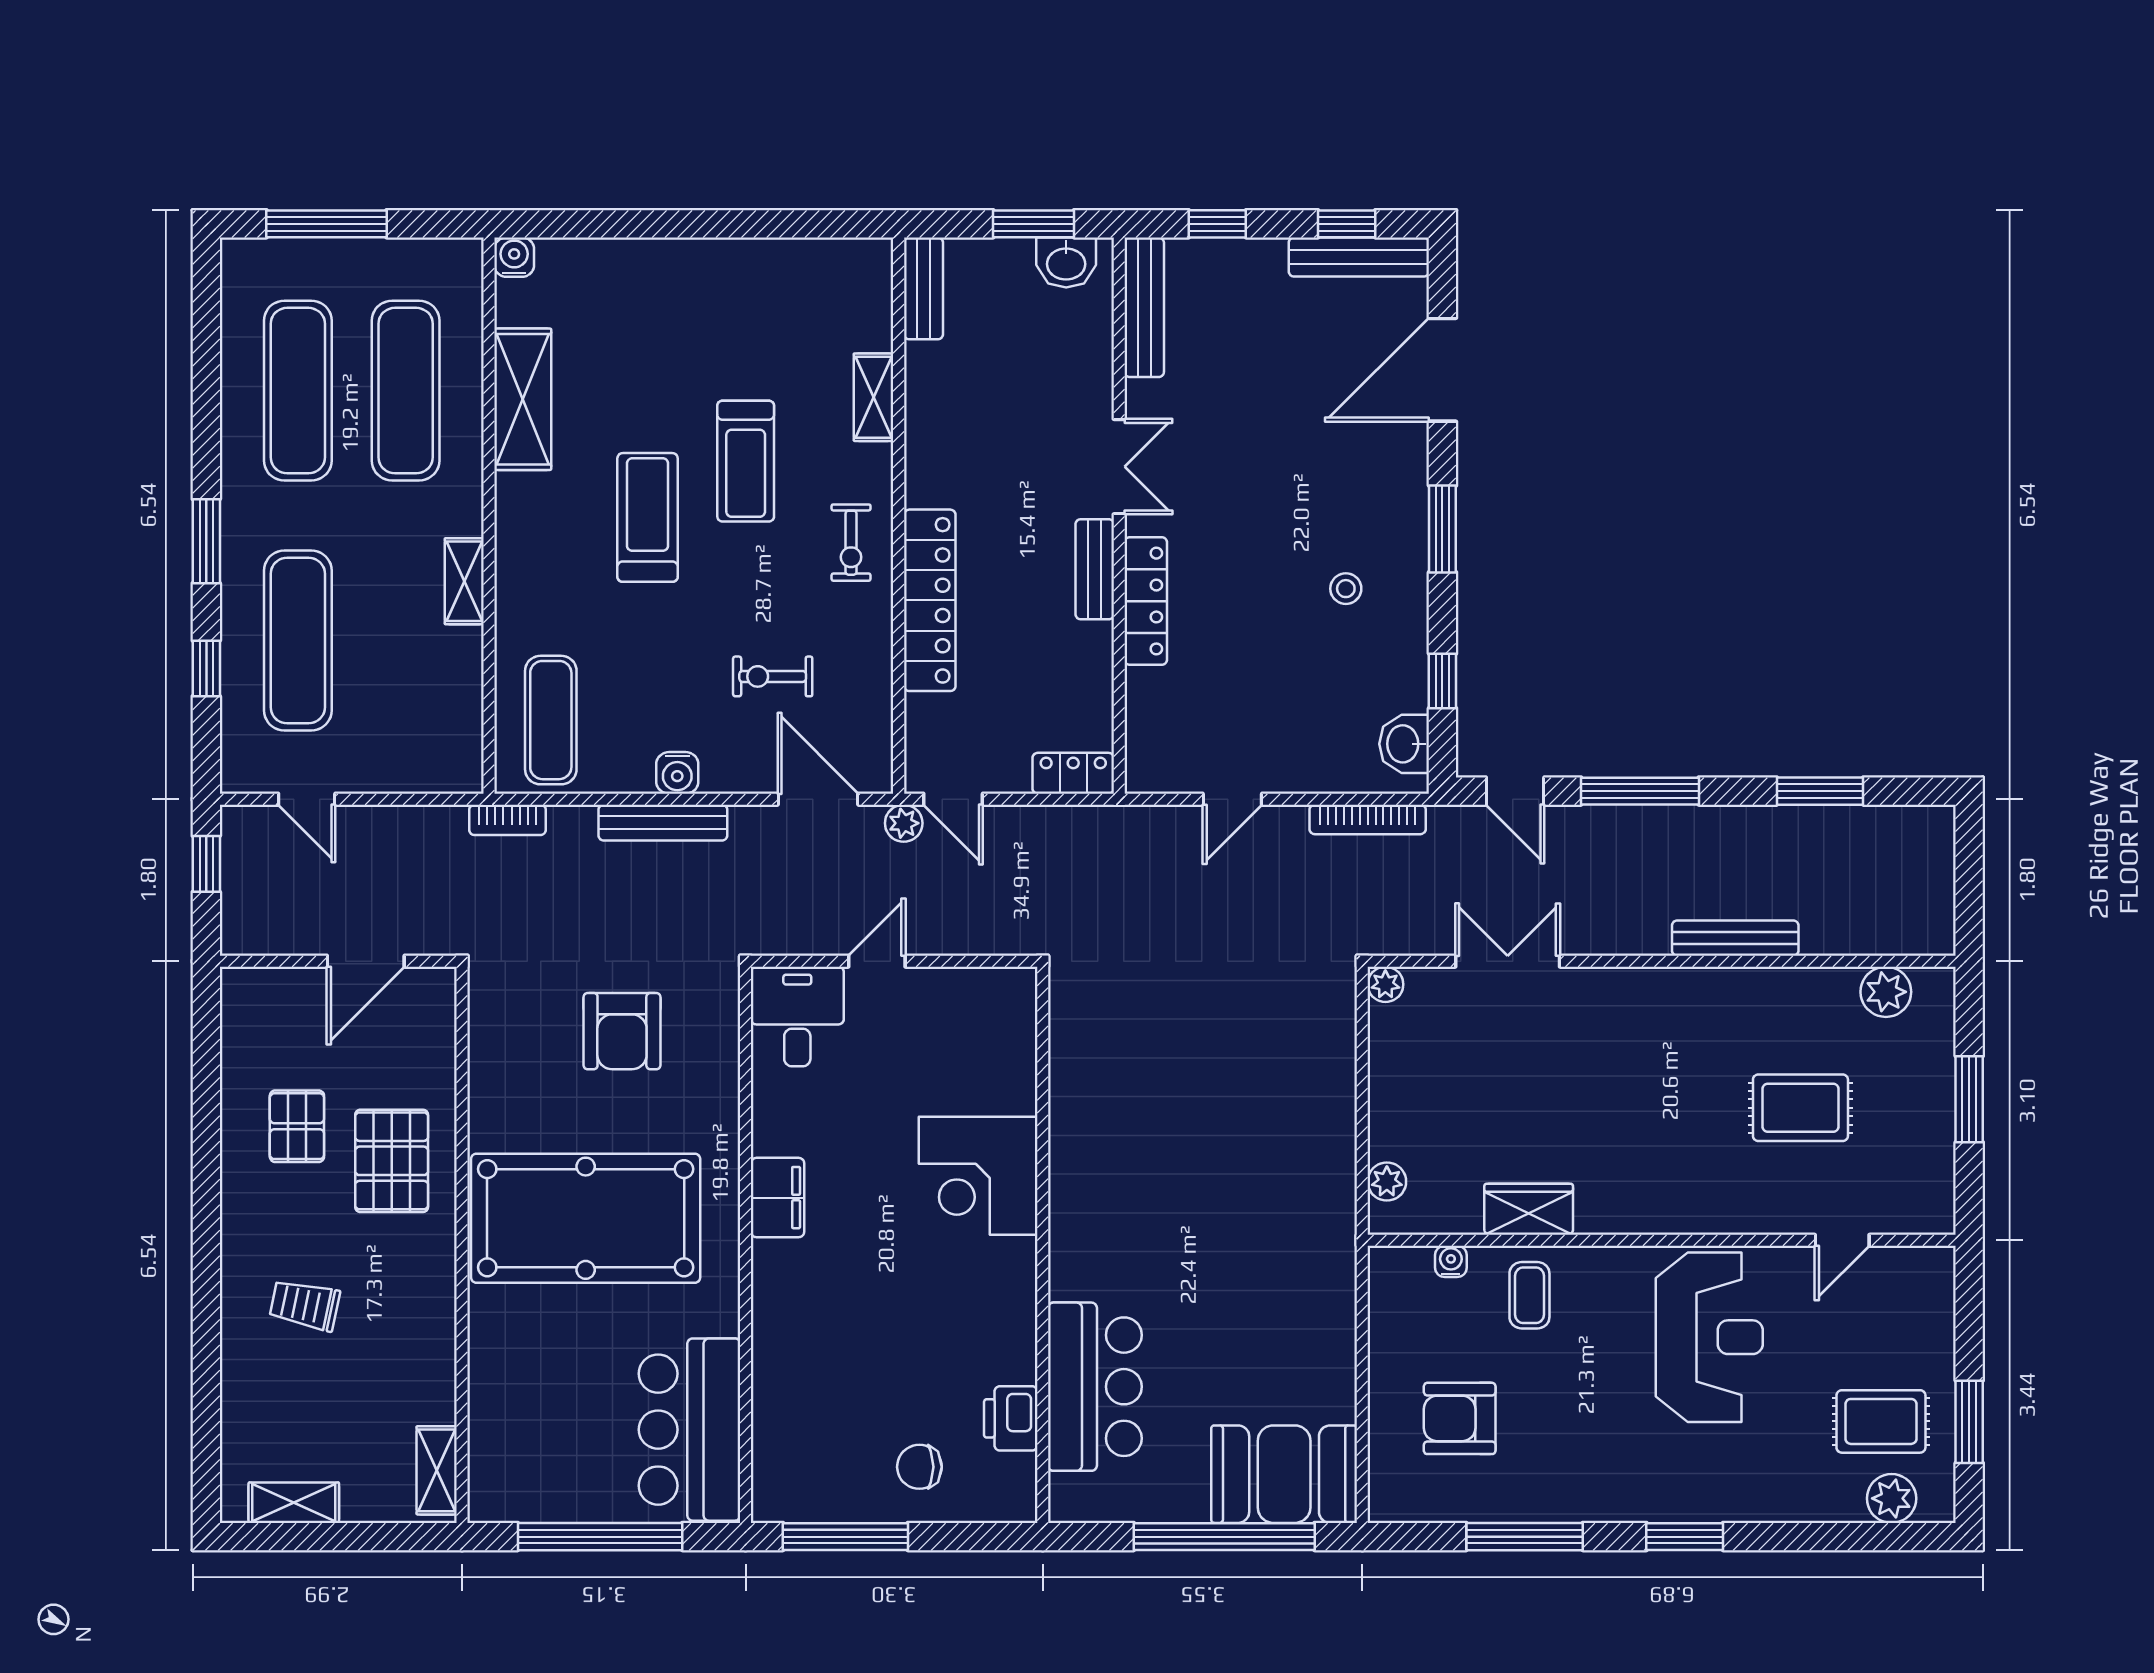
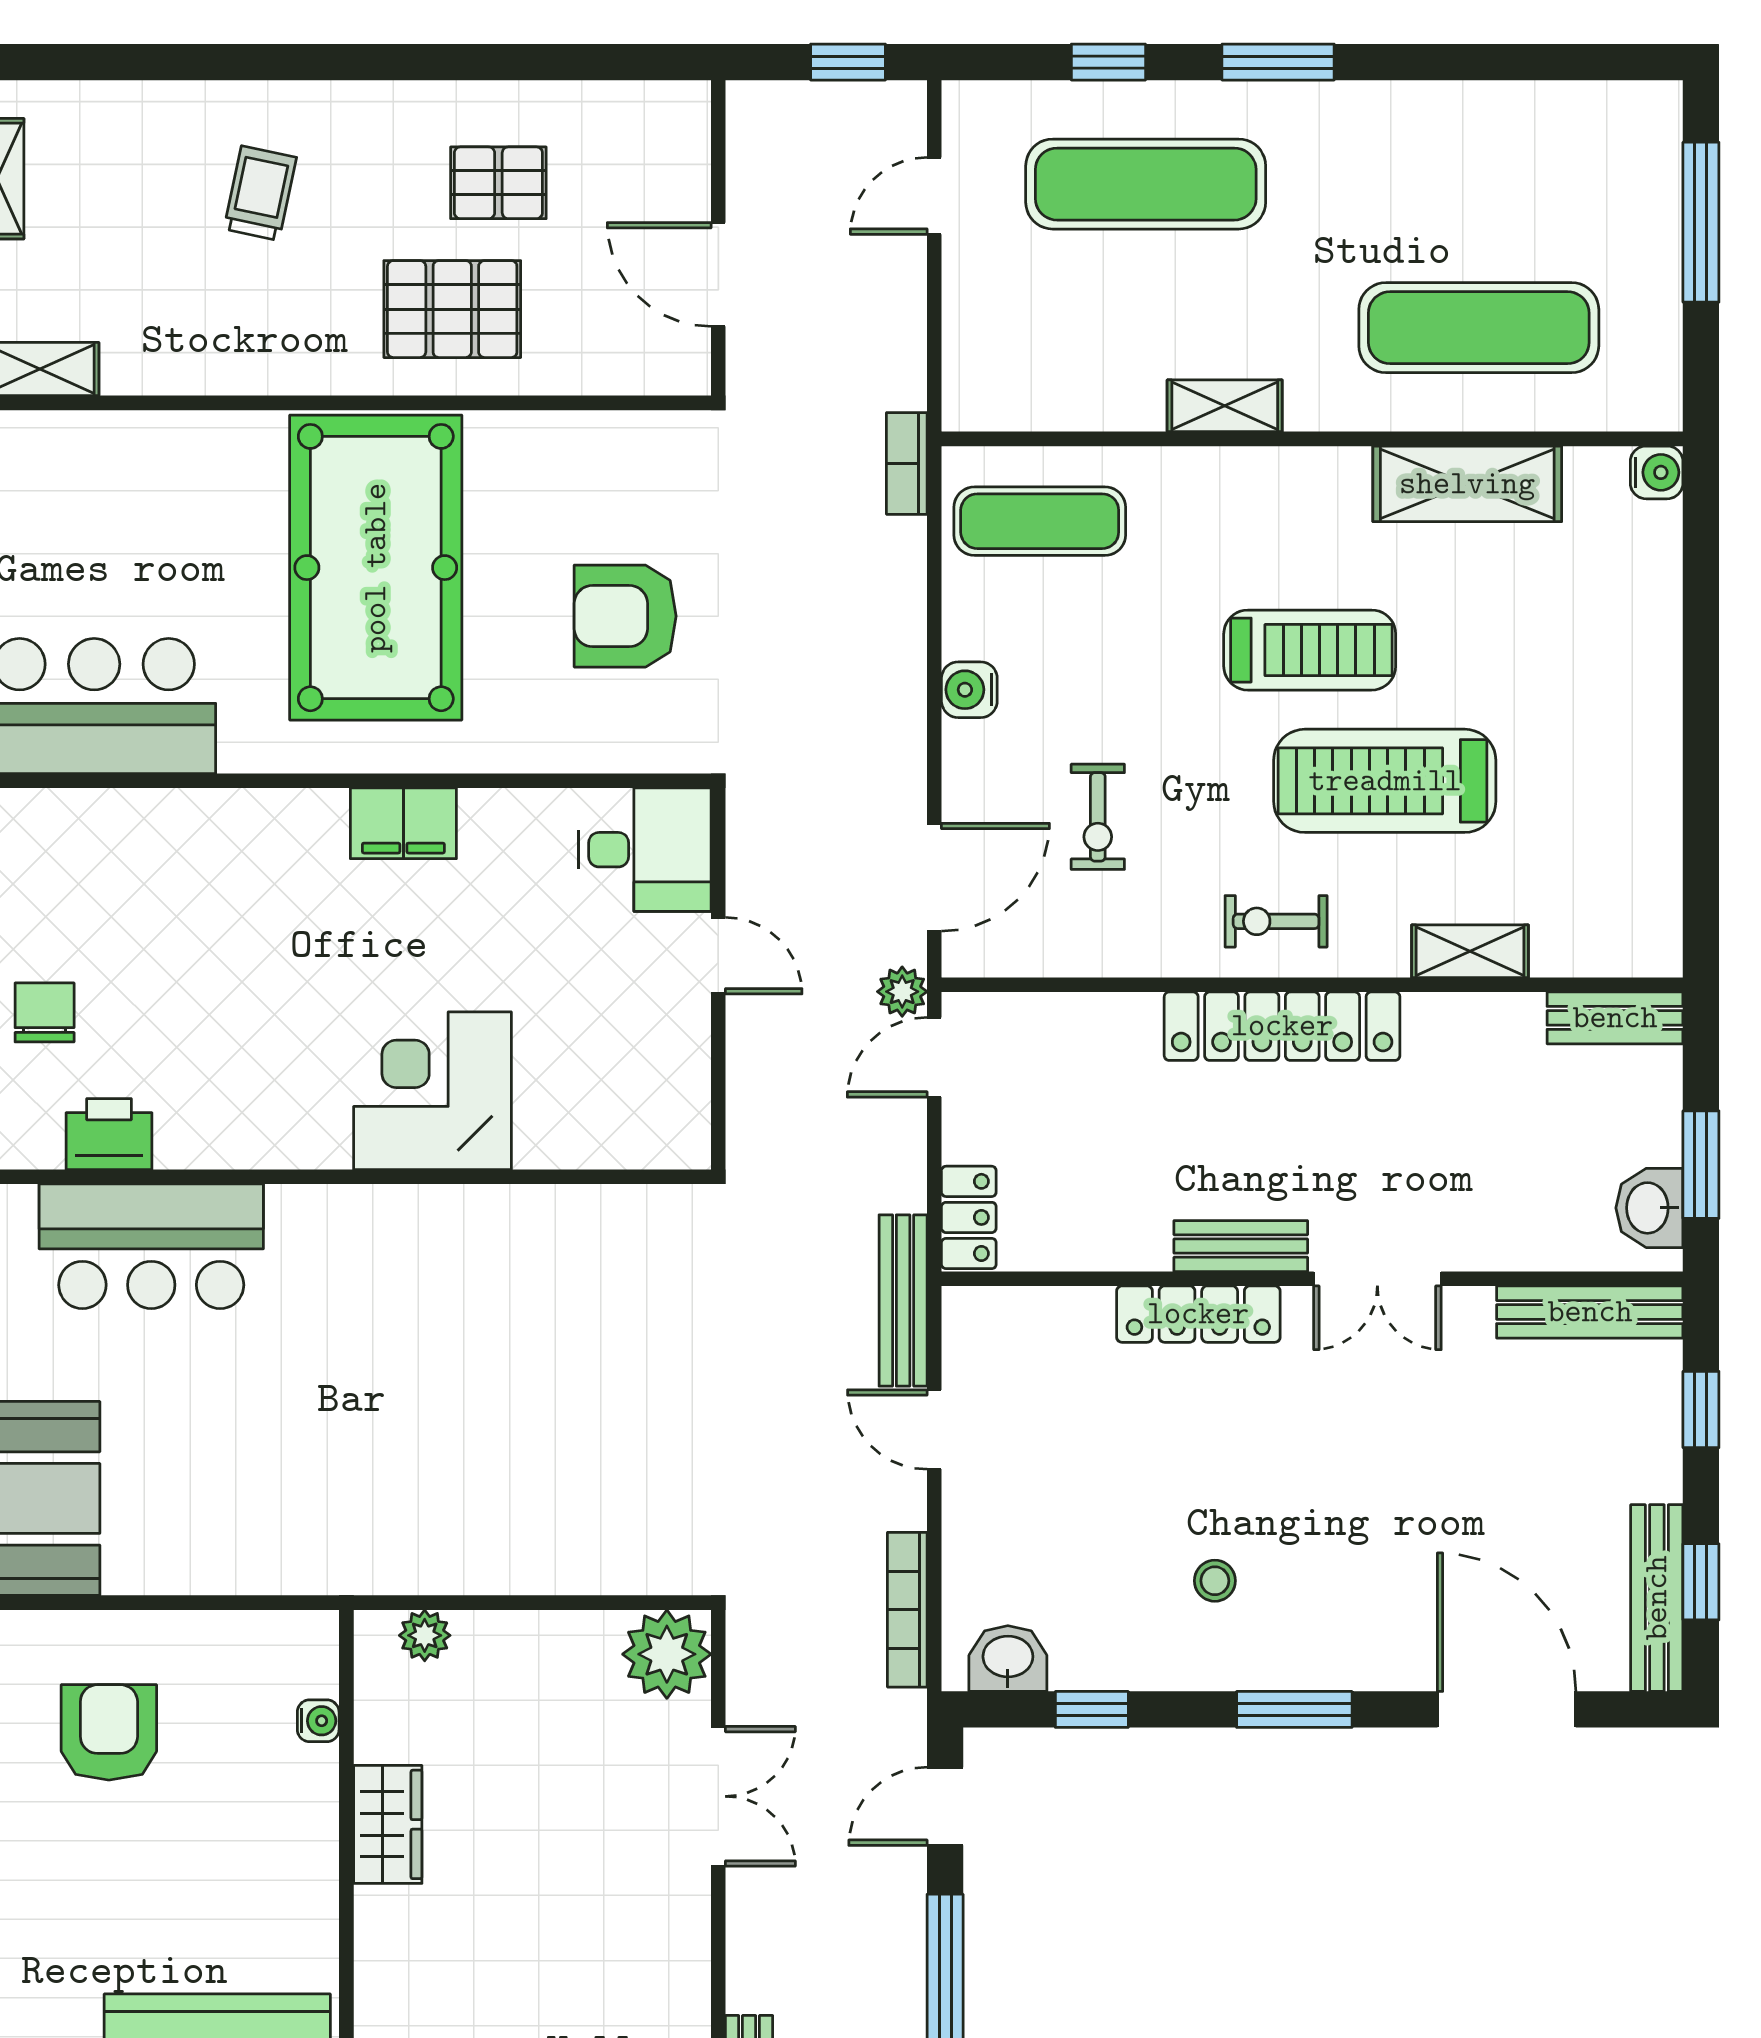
exercise mat: (298, 391) -> (1479, 184), removed
treadmill: (746, 461) -> (1385, 781), width x1.37, depth x1.38
locker: (930, 600) -> (1282, 1026), moved
exercise bike: (773, 676) -> (1098, 817), turned 180
bench: (663, 823) -> (903, 1300), moved
plant: (1385, 984) -> (667, 1654), width x1.87, depth x1.87
coffee table: (1529, 1295) -> (273, 1825), removed

